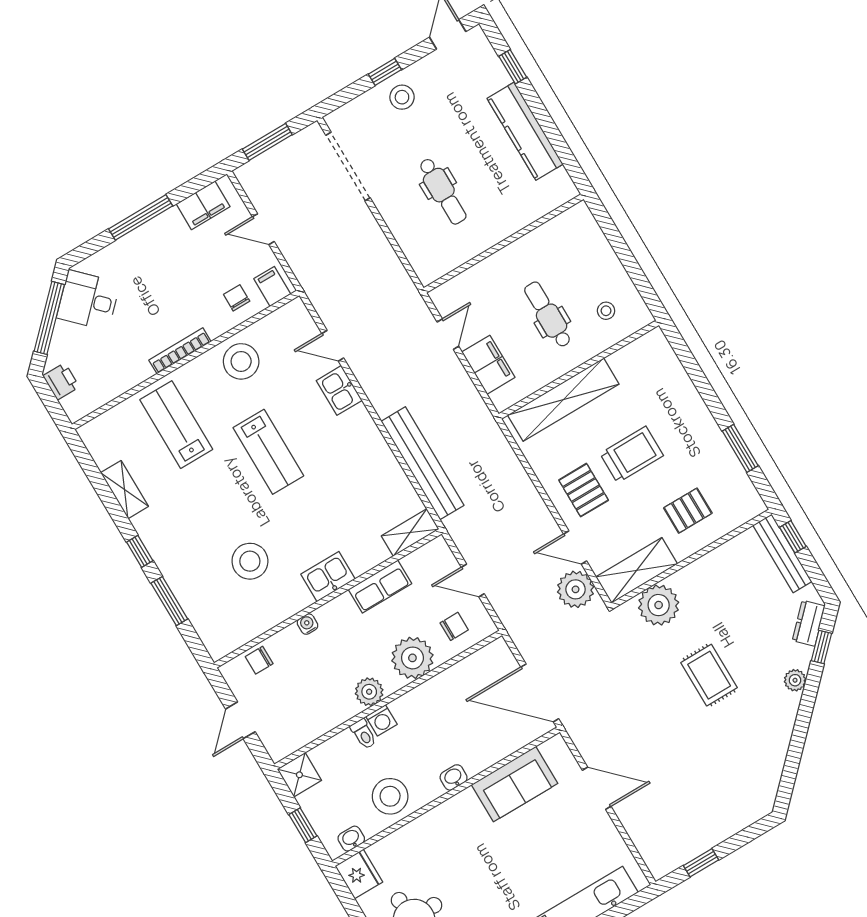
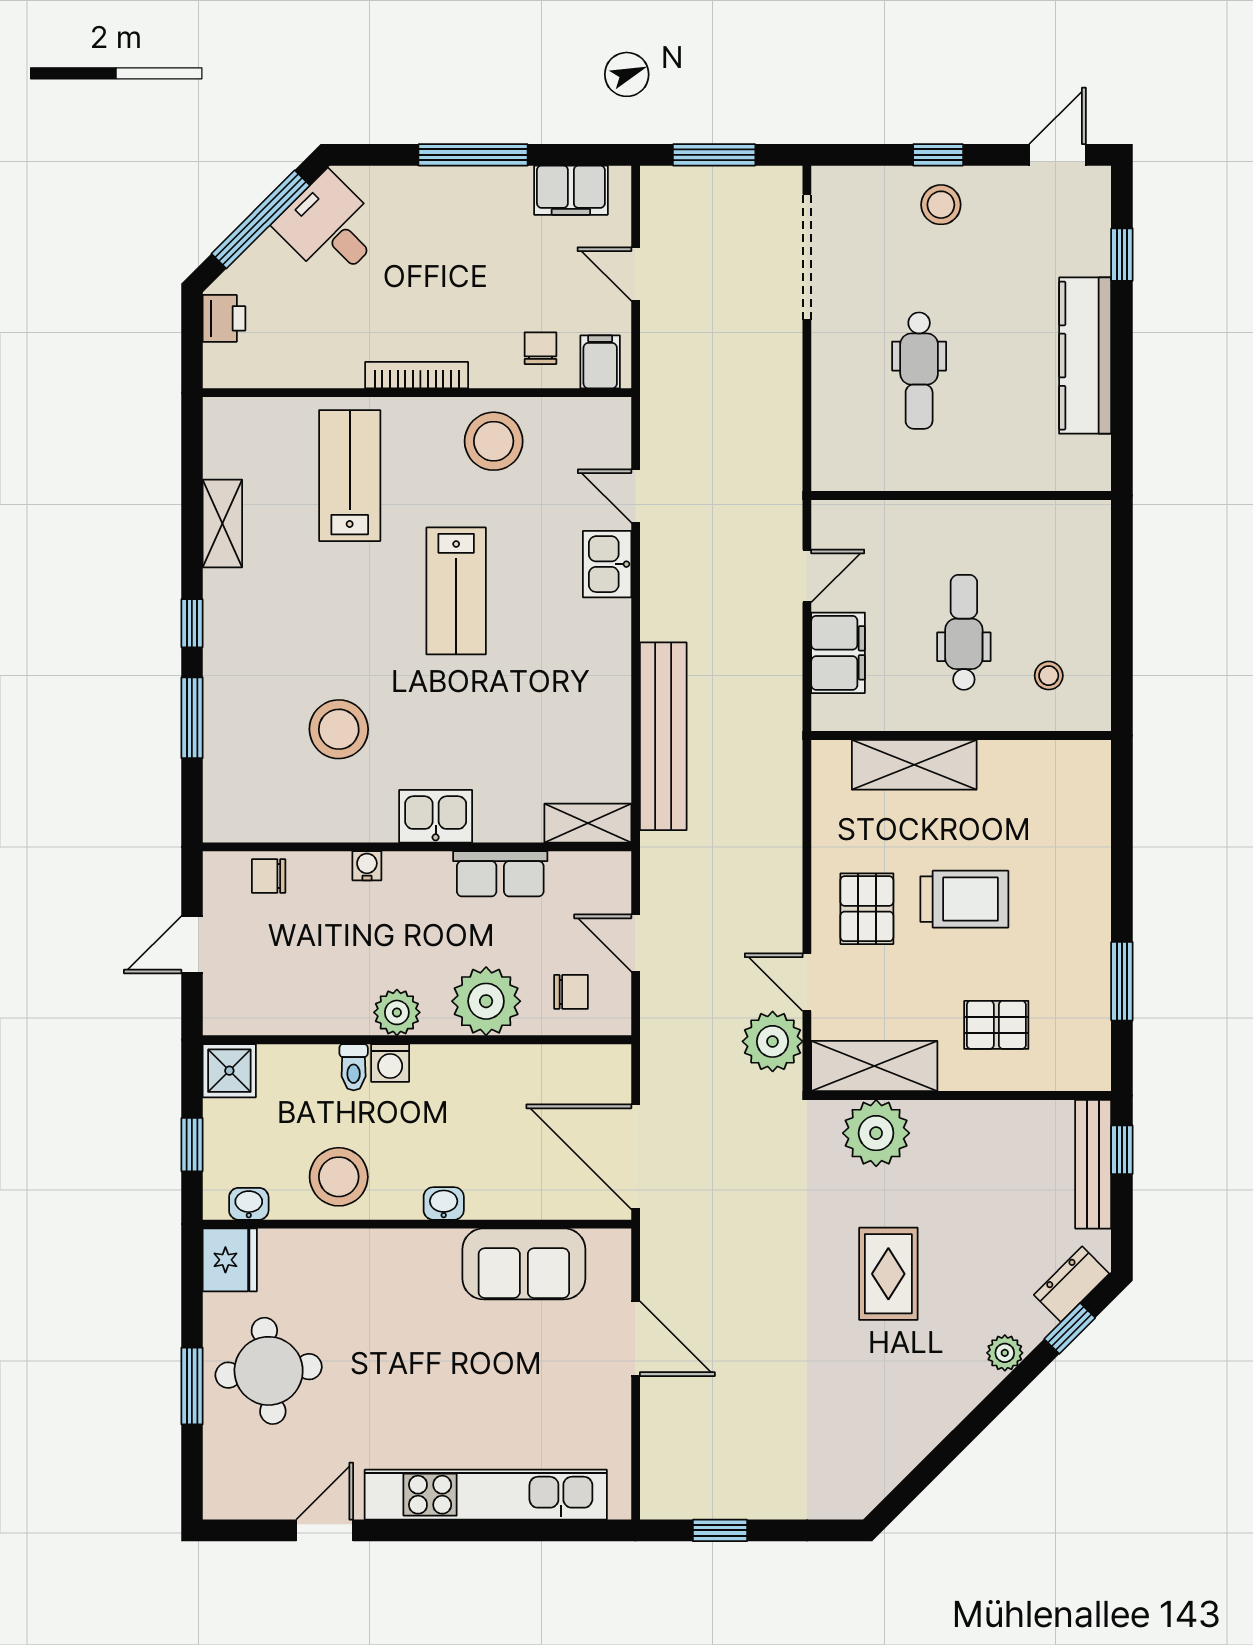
shelving: (563, 400) -> (914, 765), width x0.68

